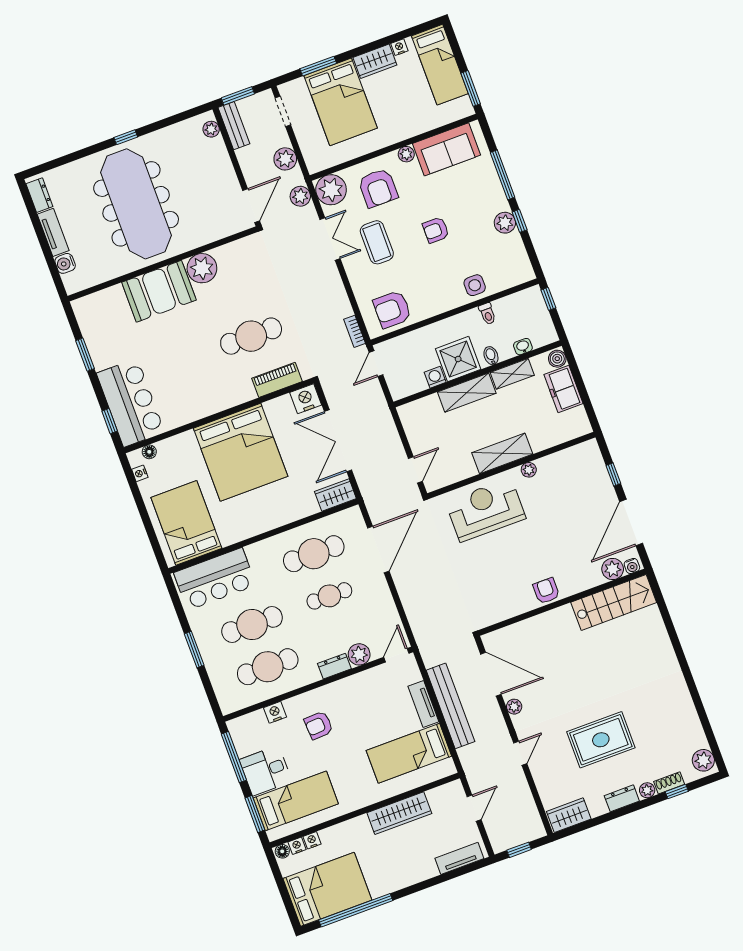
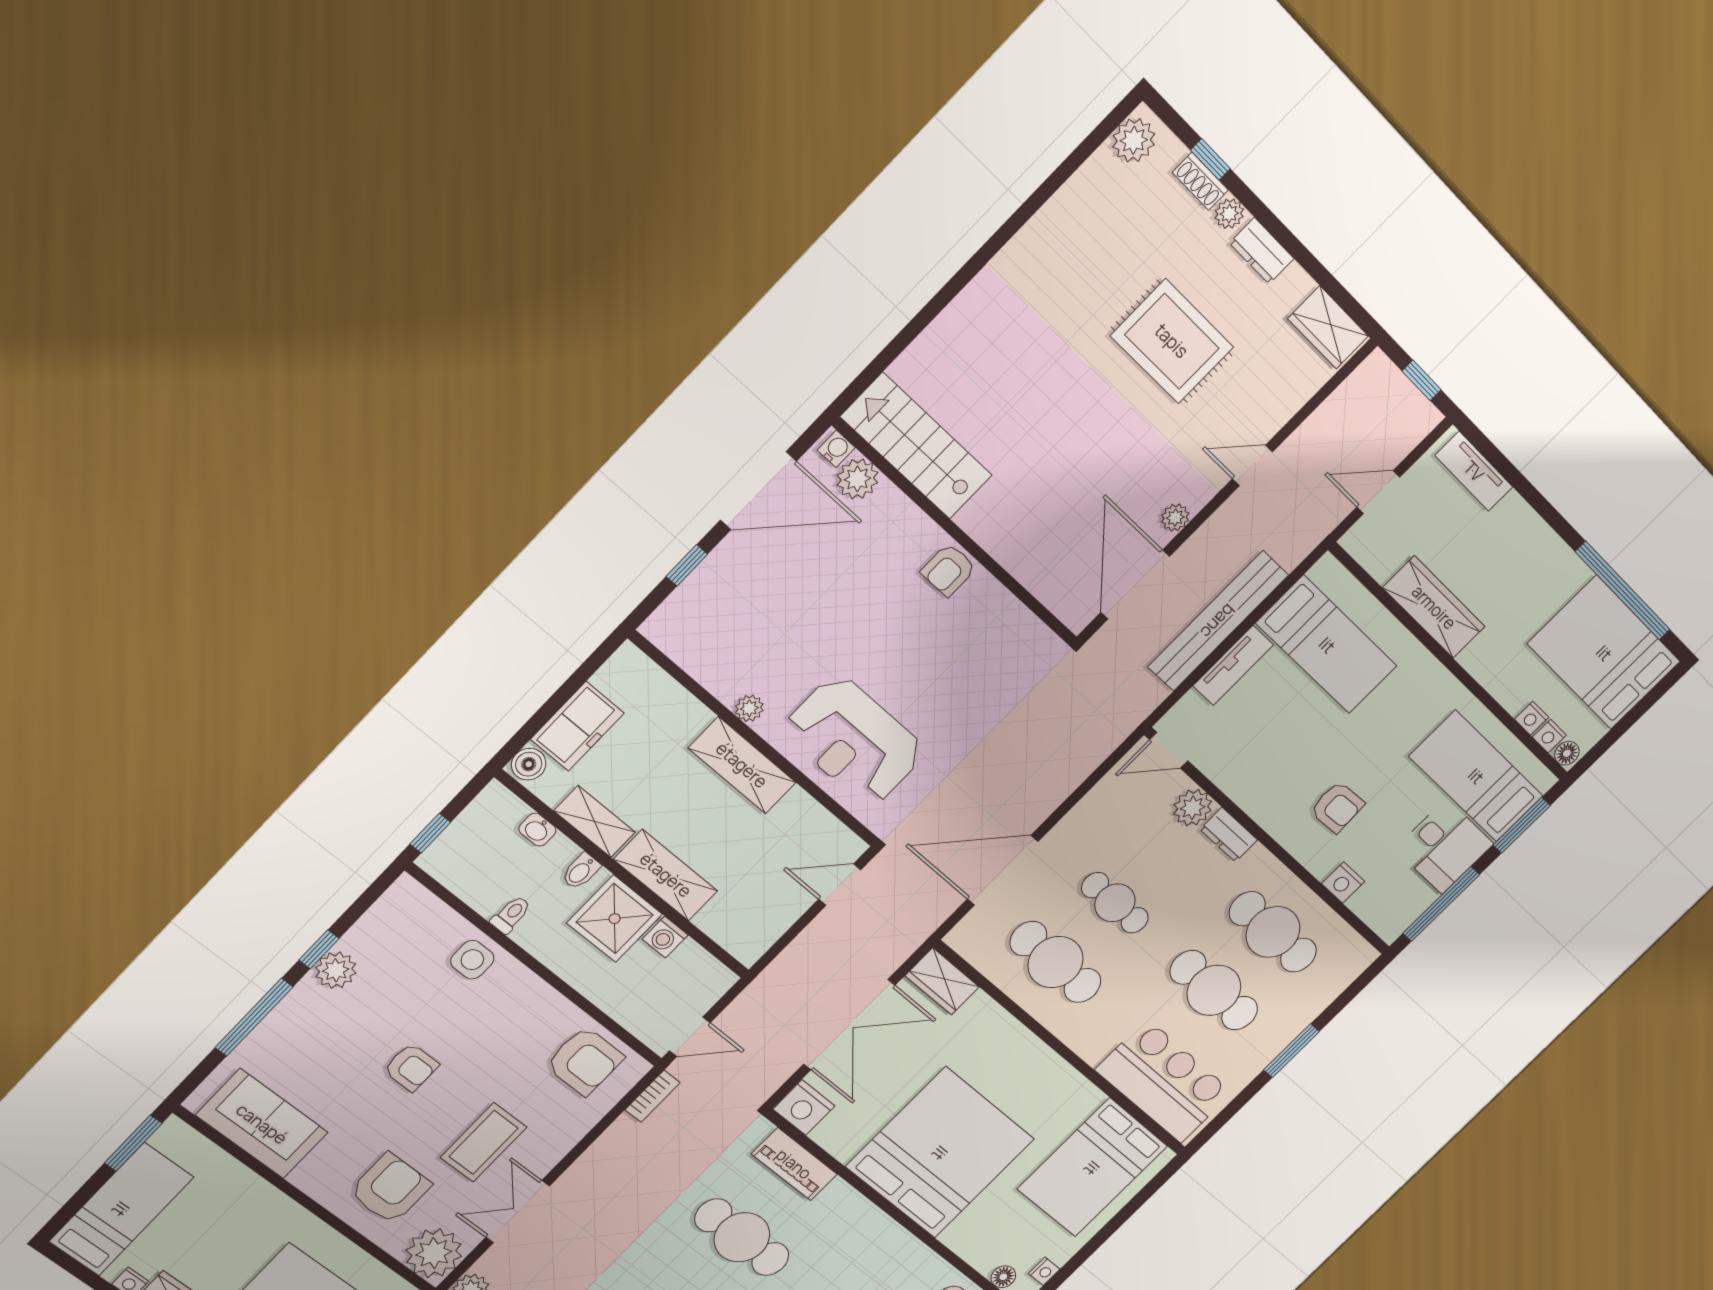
plant: (406, 154) -> (307, 1178), removed

